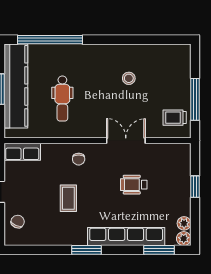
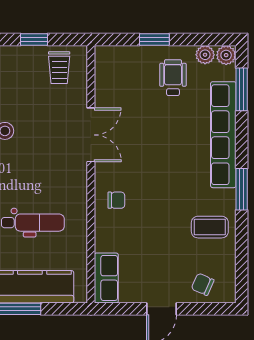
window: (195, 99) -> (34, 40), width x0.46
double door: (126, 141) -> (91, 135), swing flipped
wheelchair: (134, 185) -> (173, 78), moved, turned 180
coffee table: (68, 198) -> (210, 227), moved

